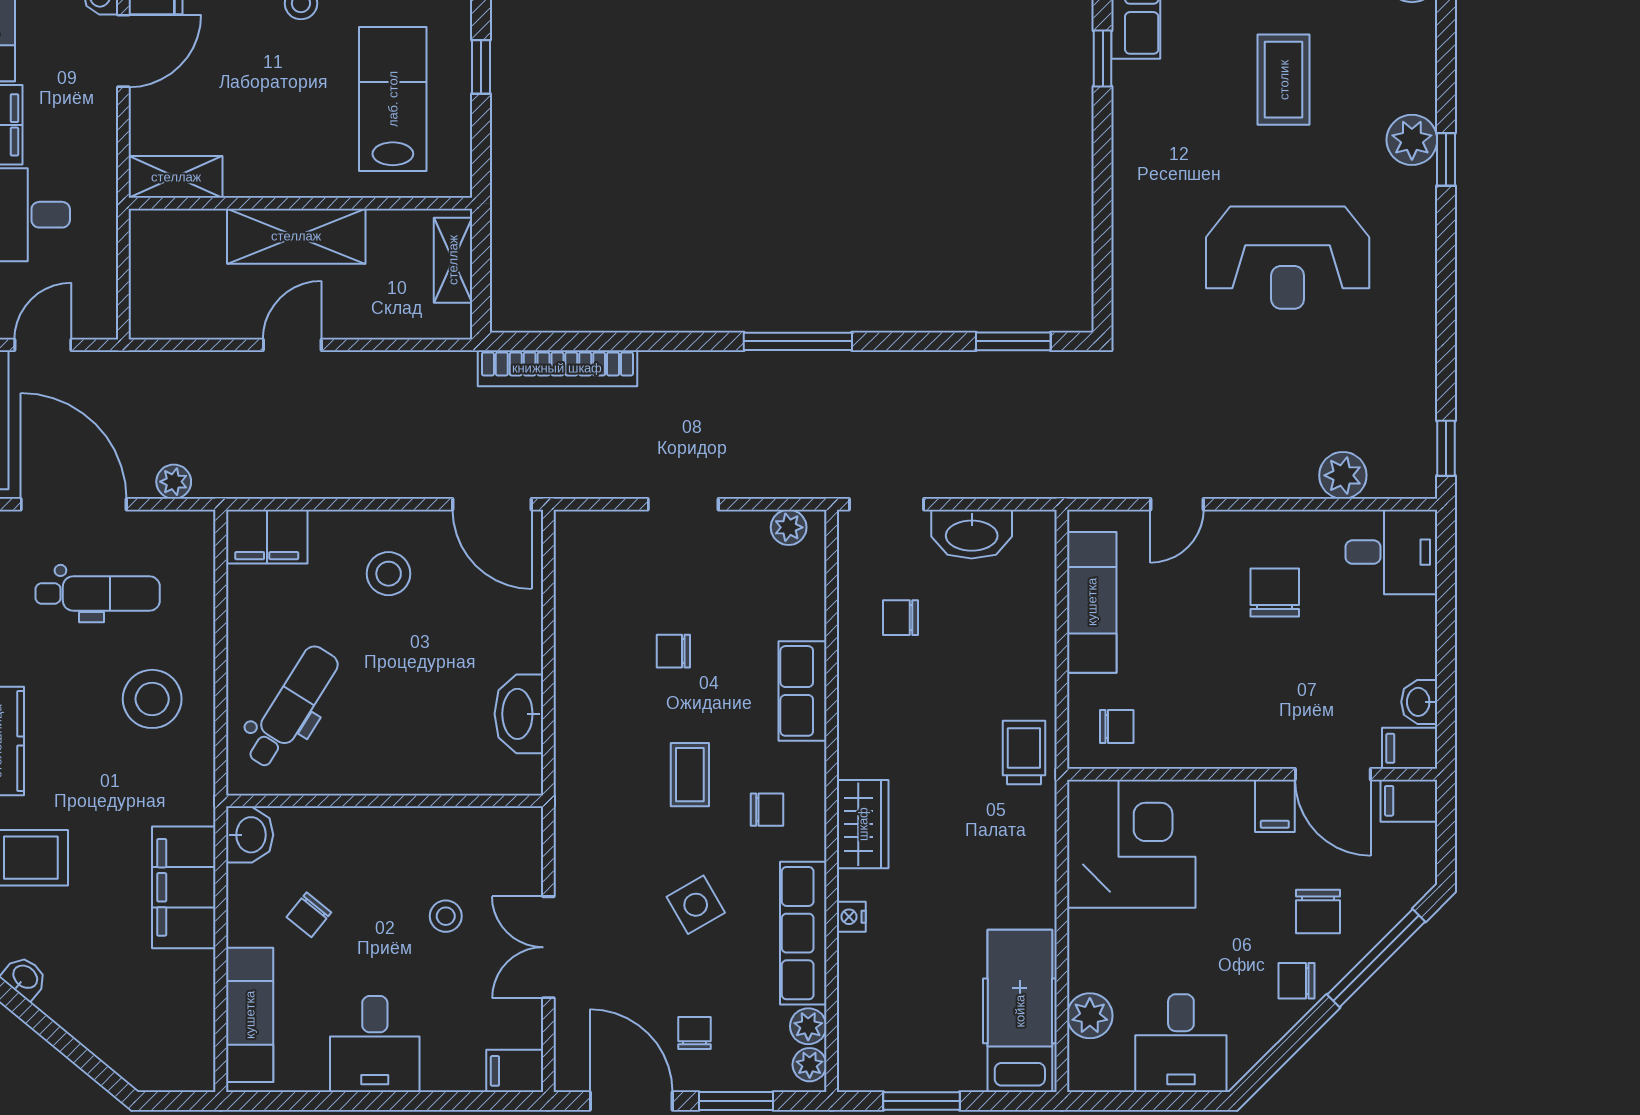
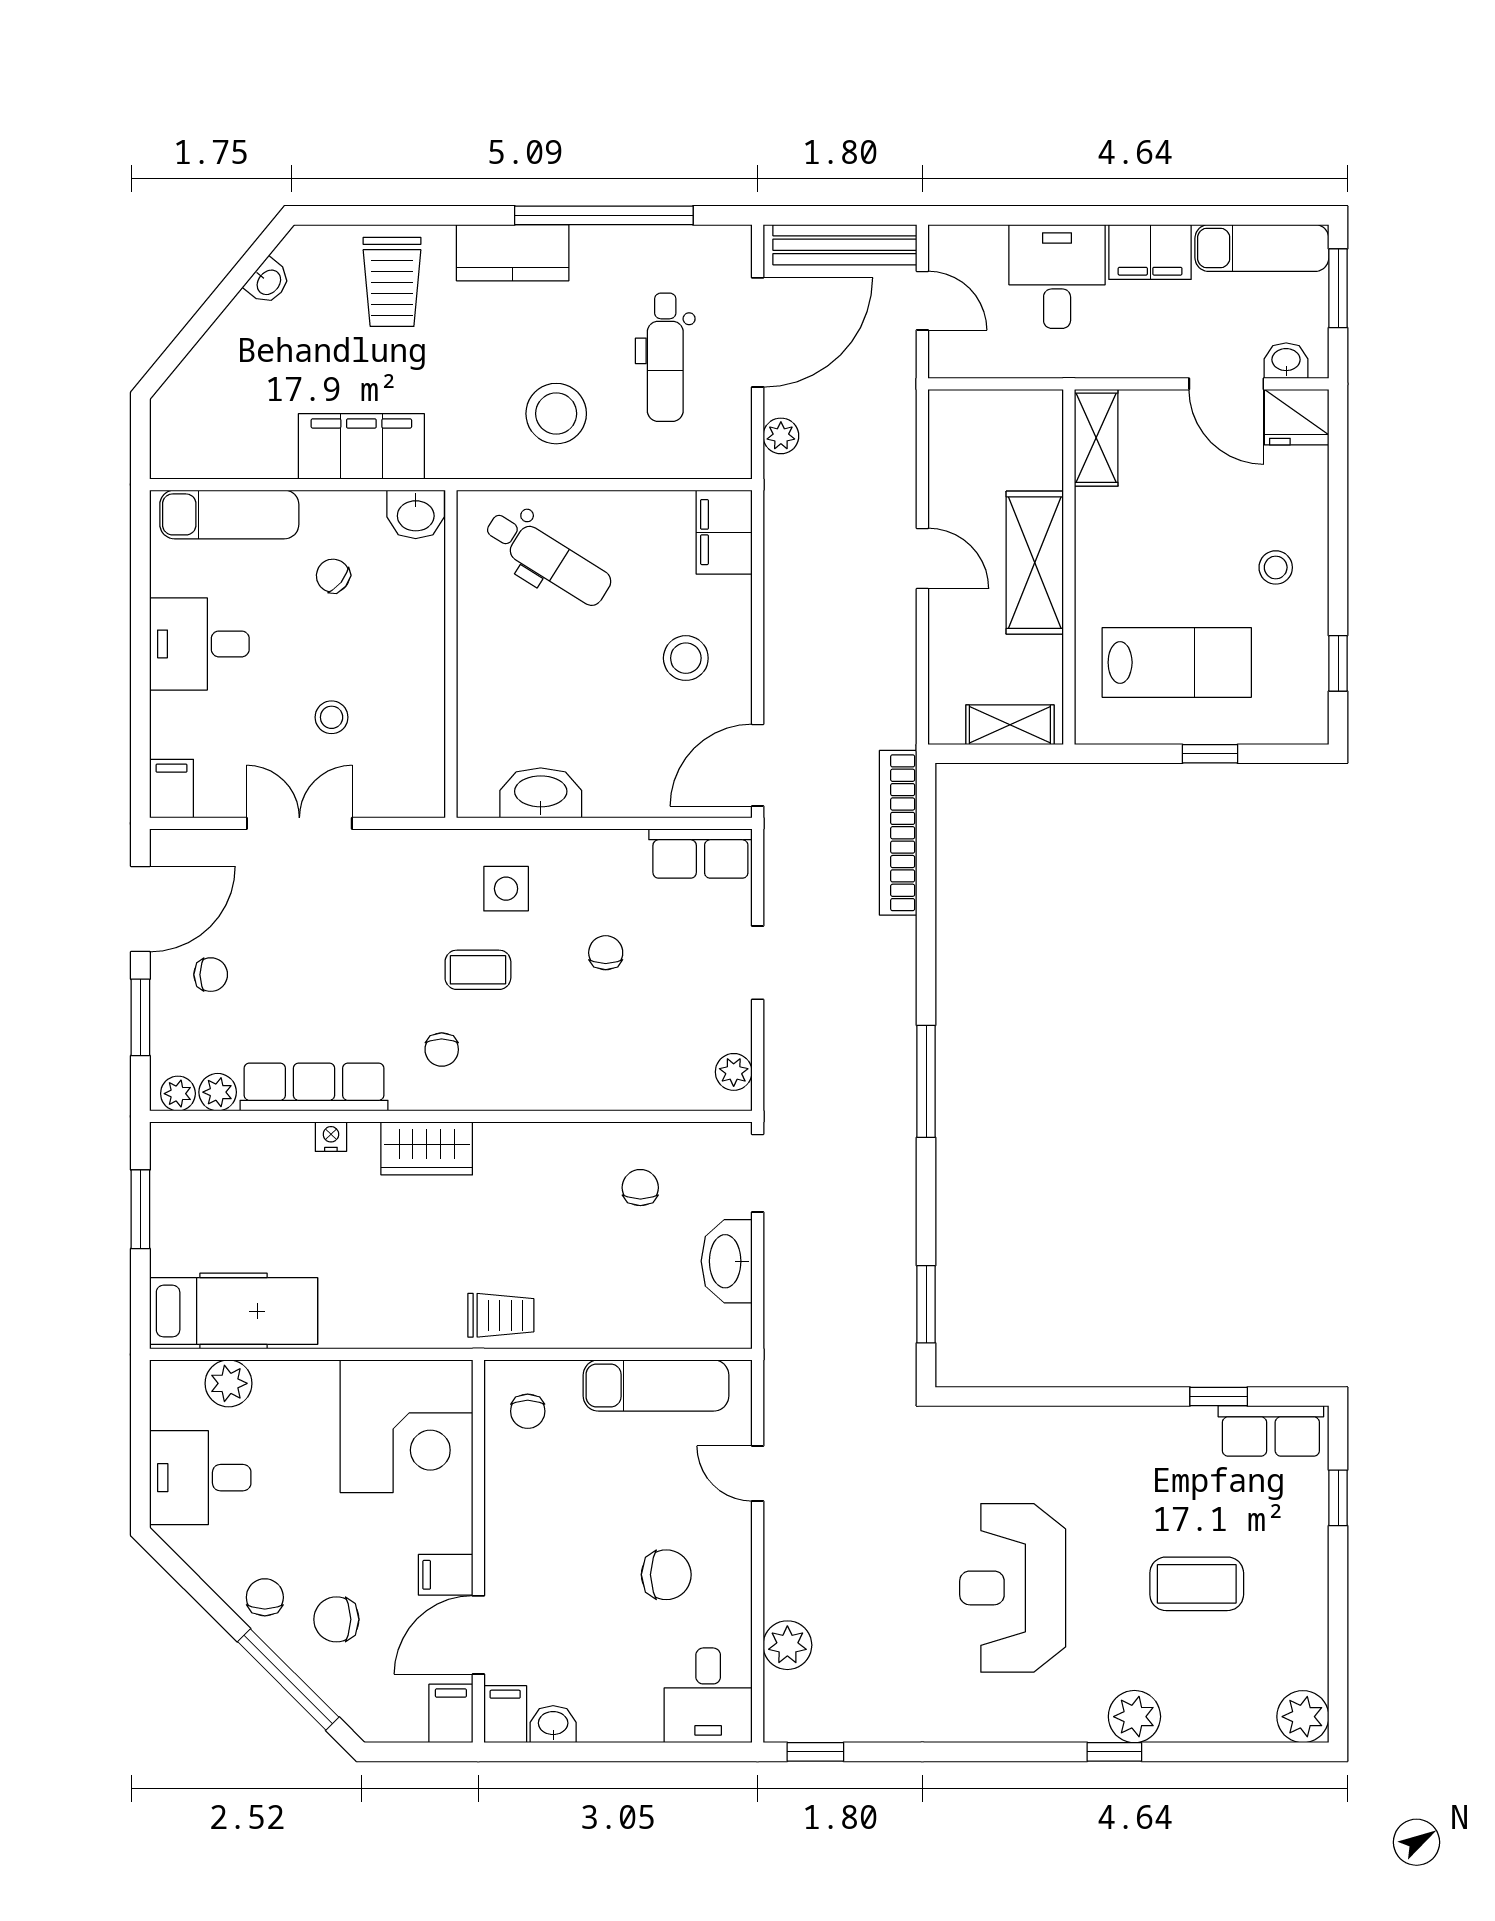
row of seats: (802, 691) -> (700, 854), moved, turned 180
side table: (696, 905) -> (506, 889), moved, turned 30

